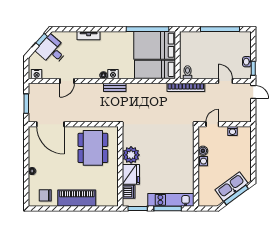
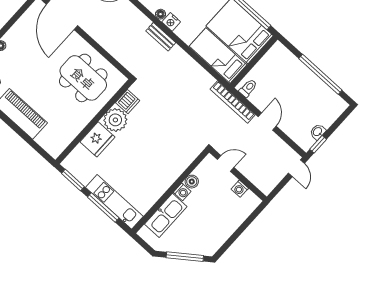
door: (225, 81) -> (267, 121), moved
dining table: (93, 148) -> (83, 78), turned 90
kitchen sink: (232, 187) -> (166, 215), moved, turned 126
dishwasher: (129, 192) -> (128, 102), moved

